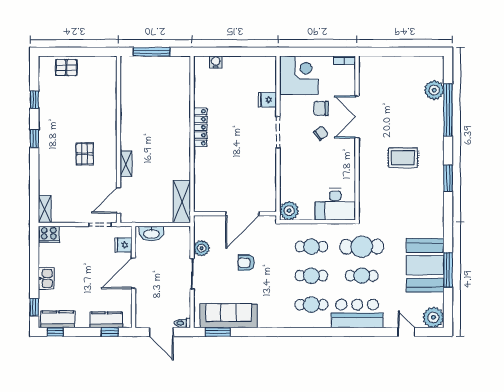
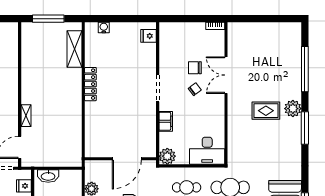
corner desk: (299, 75) -> (176, 39), removed
plant: (434, 90) -> (293, 109), moved
fridge: (267, 100) -> (148, 36), moved
filing cabinet: (287, 170) -> (166, 121), added
window: (448, 178) -> (305, 128), width x1.44
shelving: (182, 202) -> (75, 49), moved

